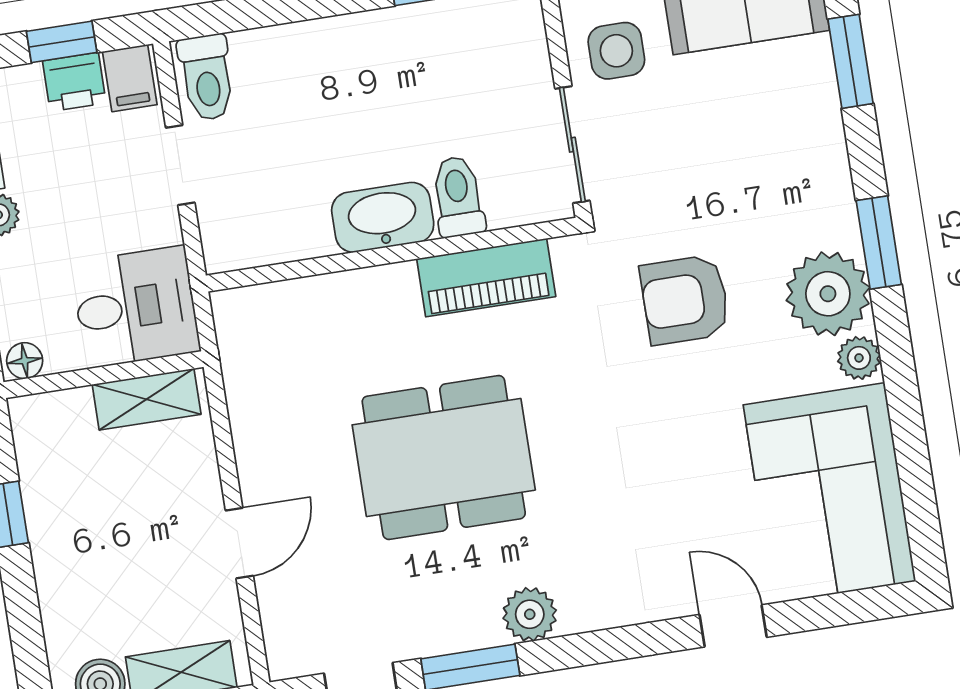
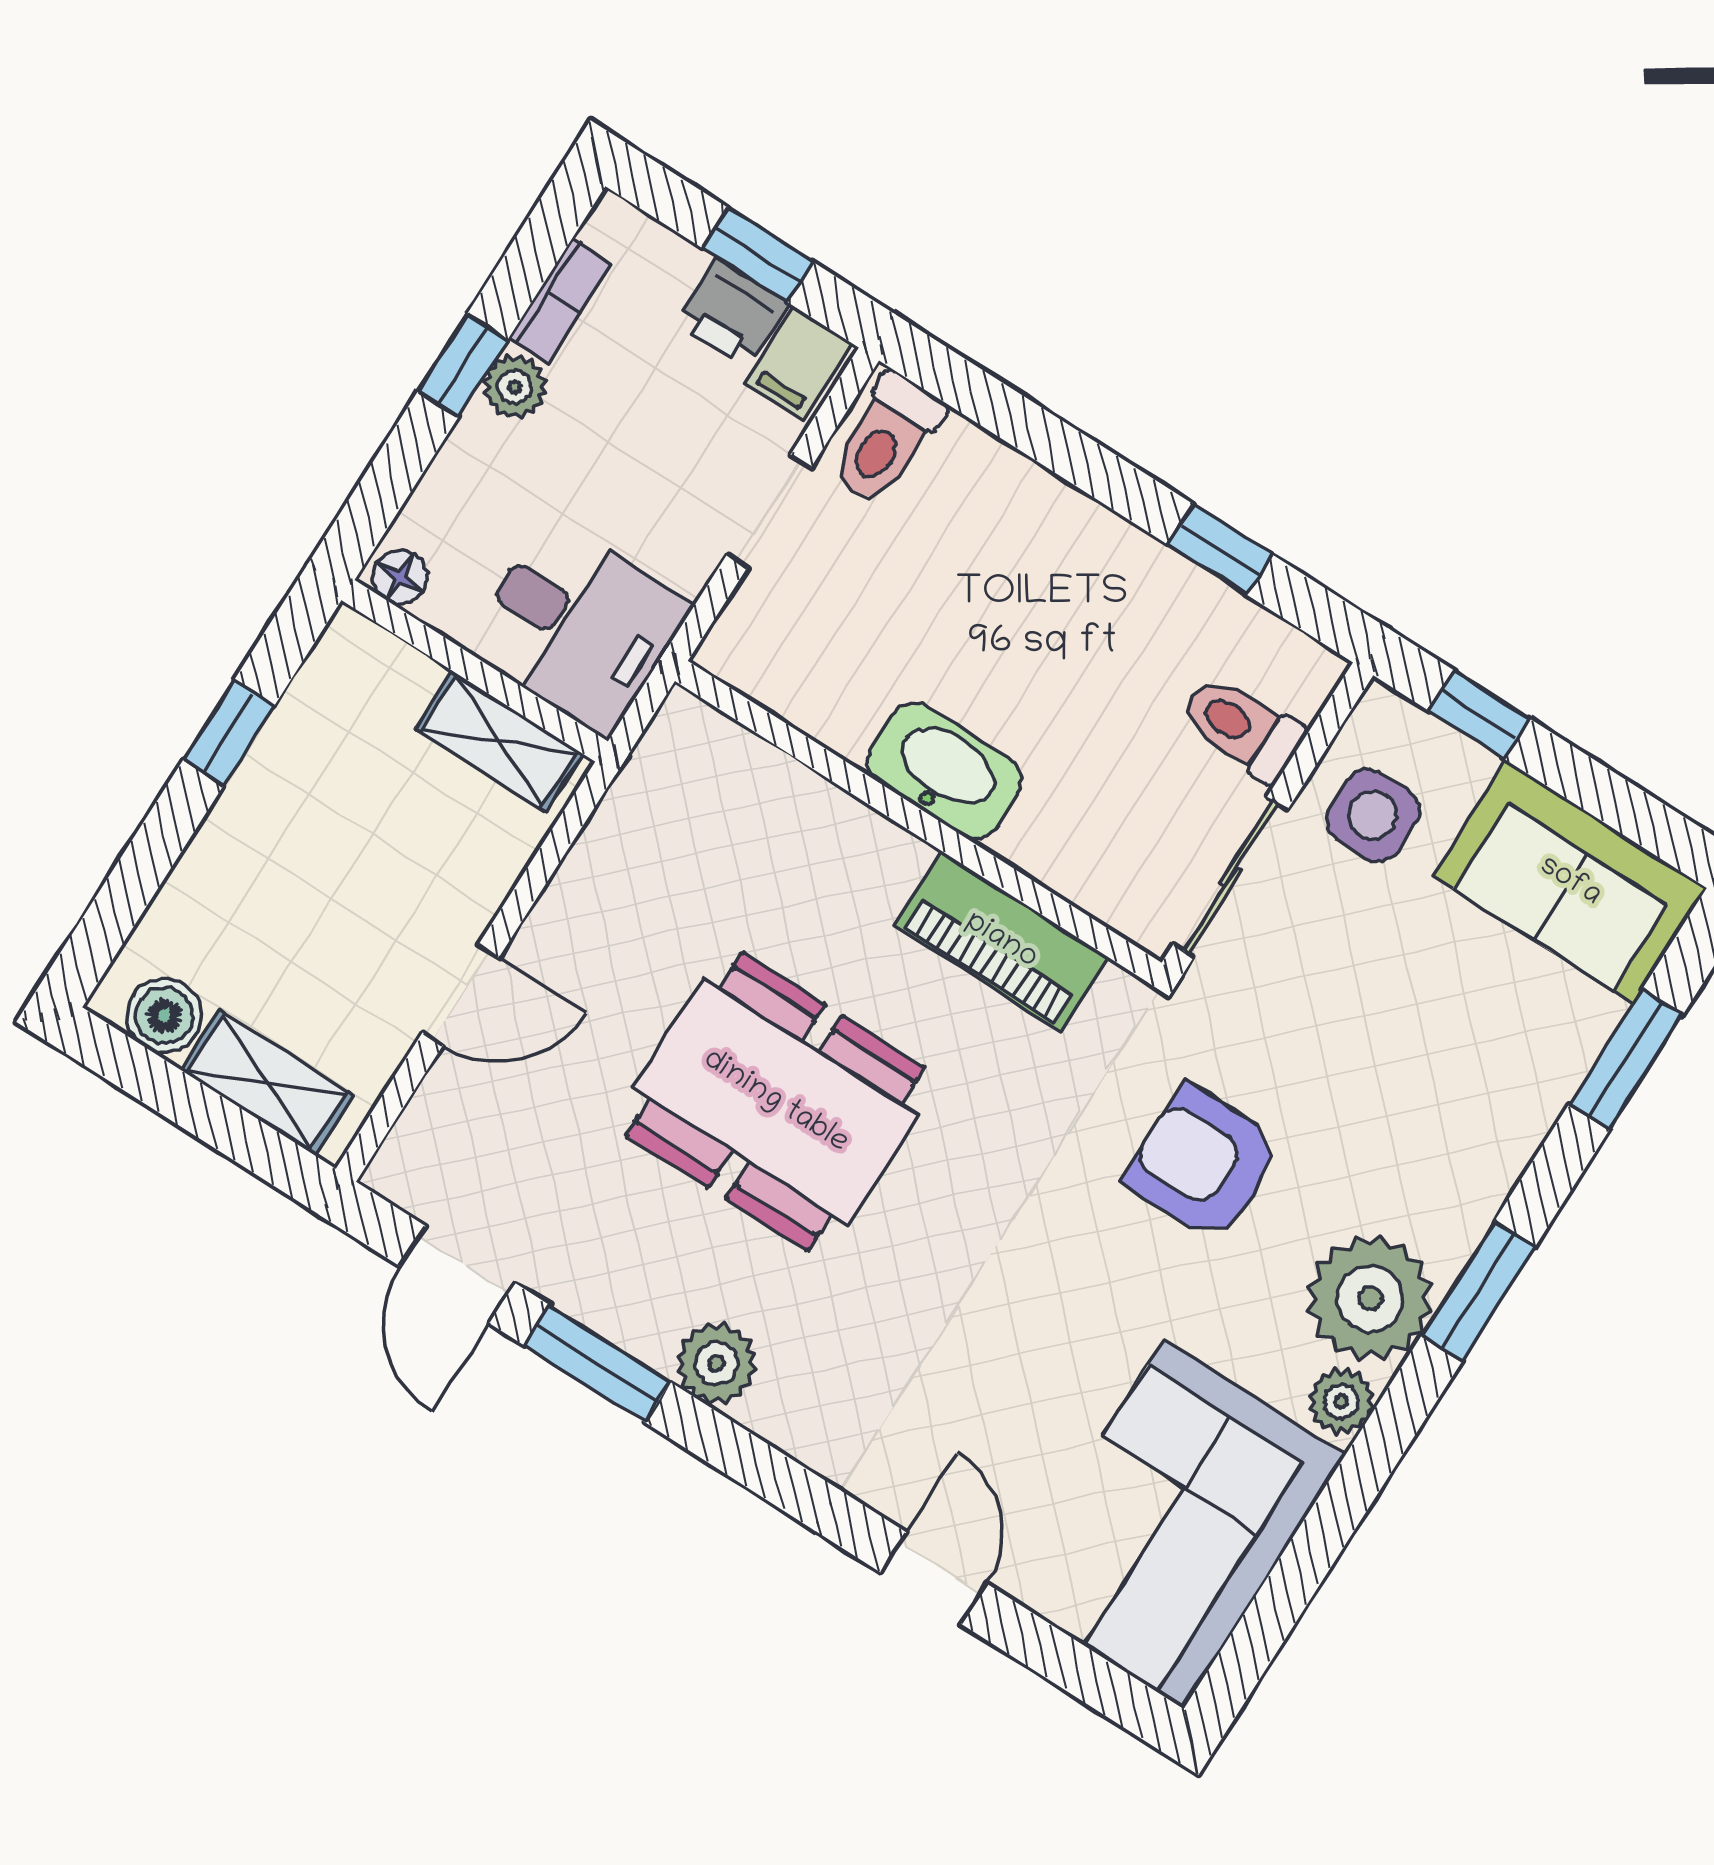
toilet: (458, 197) -> (1242, 728), moved, turned -90

